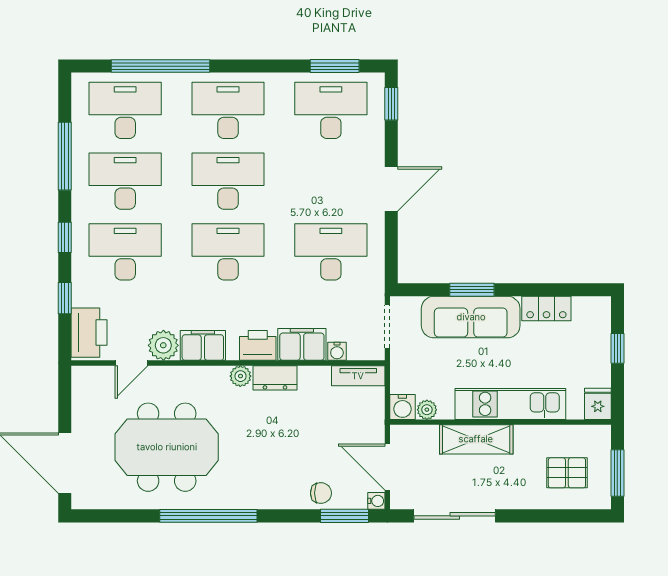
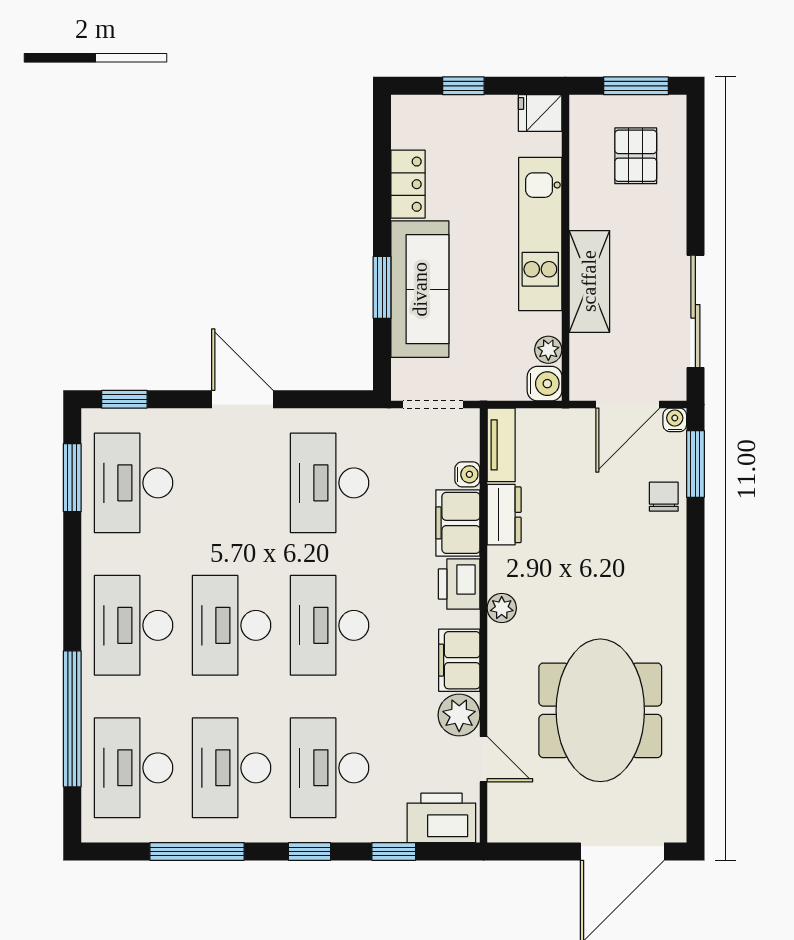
dresser: (275, 378) -> (504, 515), moved
window: (208, 516) -> (695, 653), removed

